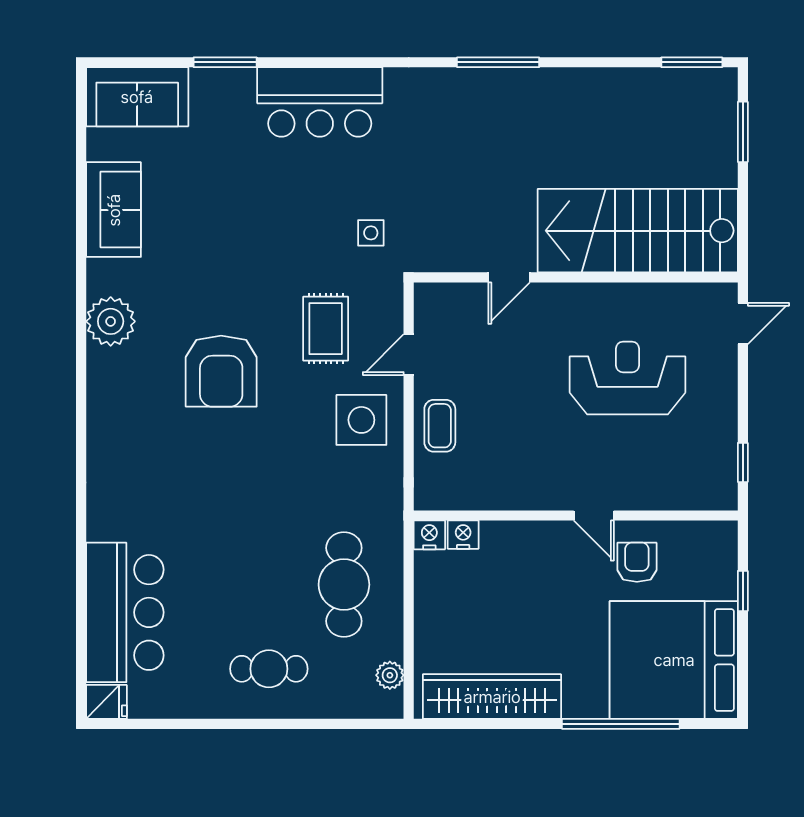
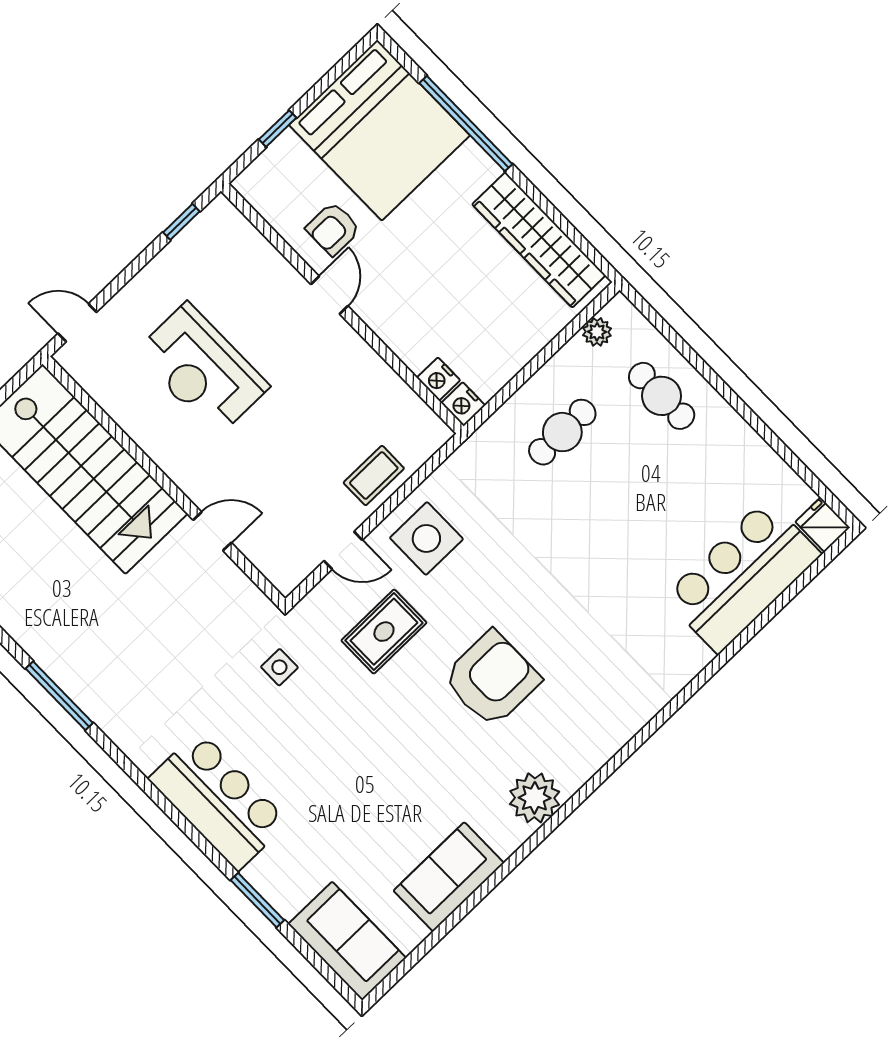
cafe table: (344, 585) -> (562, 432), width x0.73, depth x0.74
cafe table: (269, 669) -> (662, 396), moved

